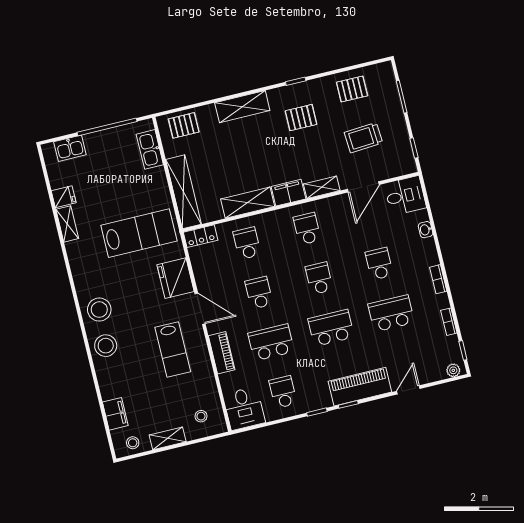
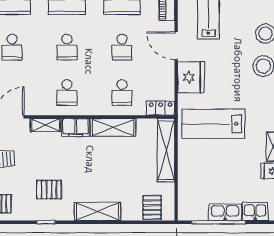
pallet: (184, 125) -> (152, 207), turned 90
kitchen sink: (150, 149) -> (225, 212), moved, turned -90

